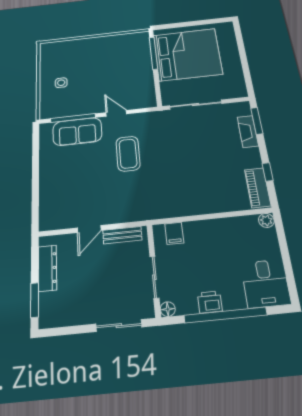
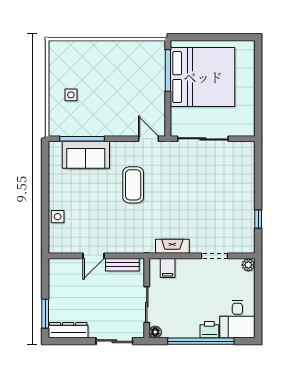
door: (116, 113) -> (149, 139), moved
window: (257, 121) -> (258, 165), removed
fireplace: (248, 131) -> (172, 246), moved, turned 90
piano: (258, 188) -> (246, 233), removed
side table: (49, 193) -> (58, 217), added
doorway: (226, 215) -> (214, 256), added
dresser: (47, 268) -> (68, 330), moved, turned -90
printer: (210, 302) -> (209, 330), moved

